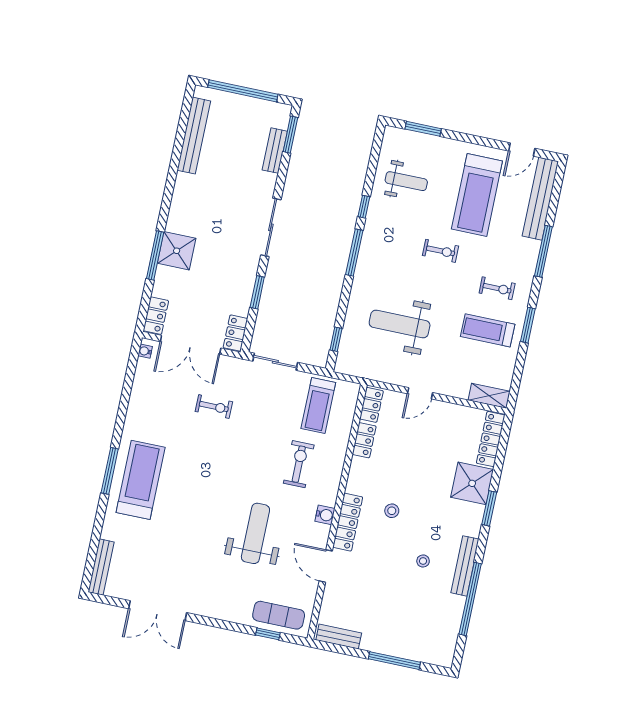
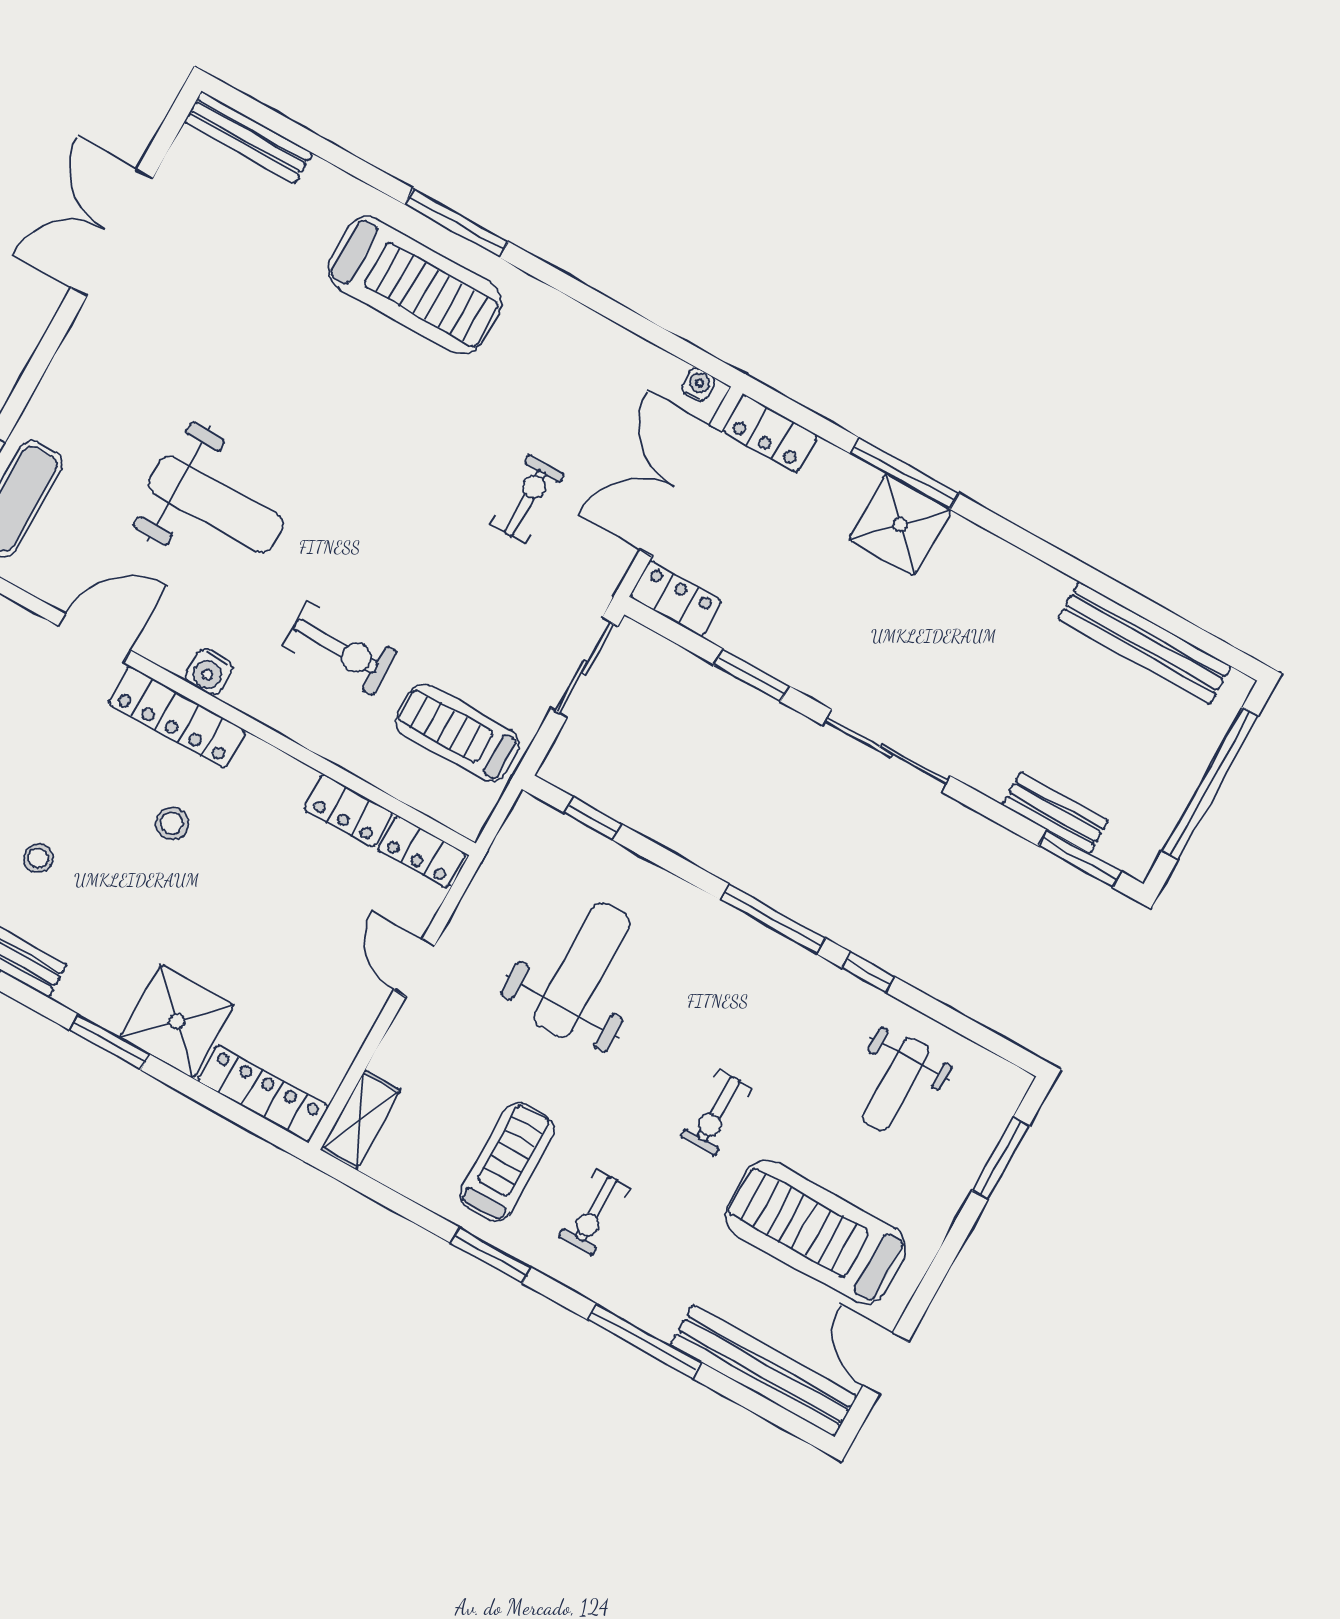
exercise bike: (214, 407) -> (527, 499), turned 180

